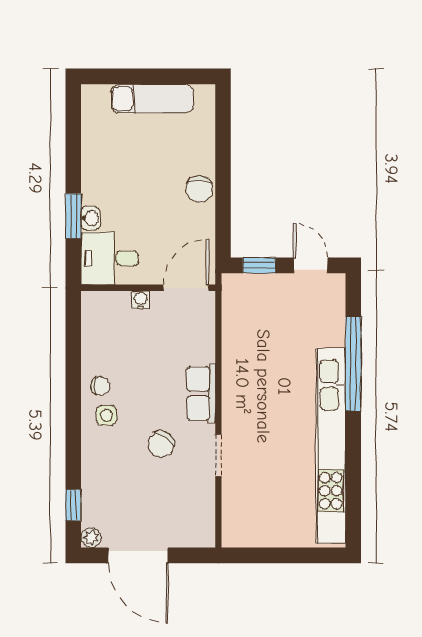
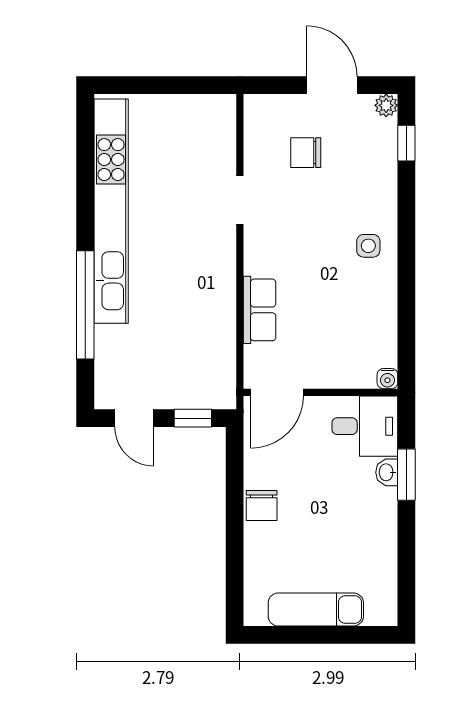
chair: (199, 189) -> (262, 506), turned 180
water cooler: (141, 300) -> (387, 379), moved
chair: (100, 386) -> (376, 280), removed
row of seats: (201, 393) -> (260, 310), moved
chair: (161, 444) -> (306, 153), moved, turned -124
door: (138, 555) -> (332, 85), width x0.73

